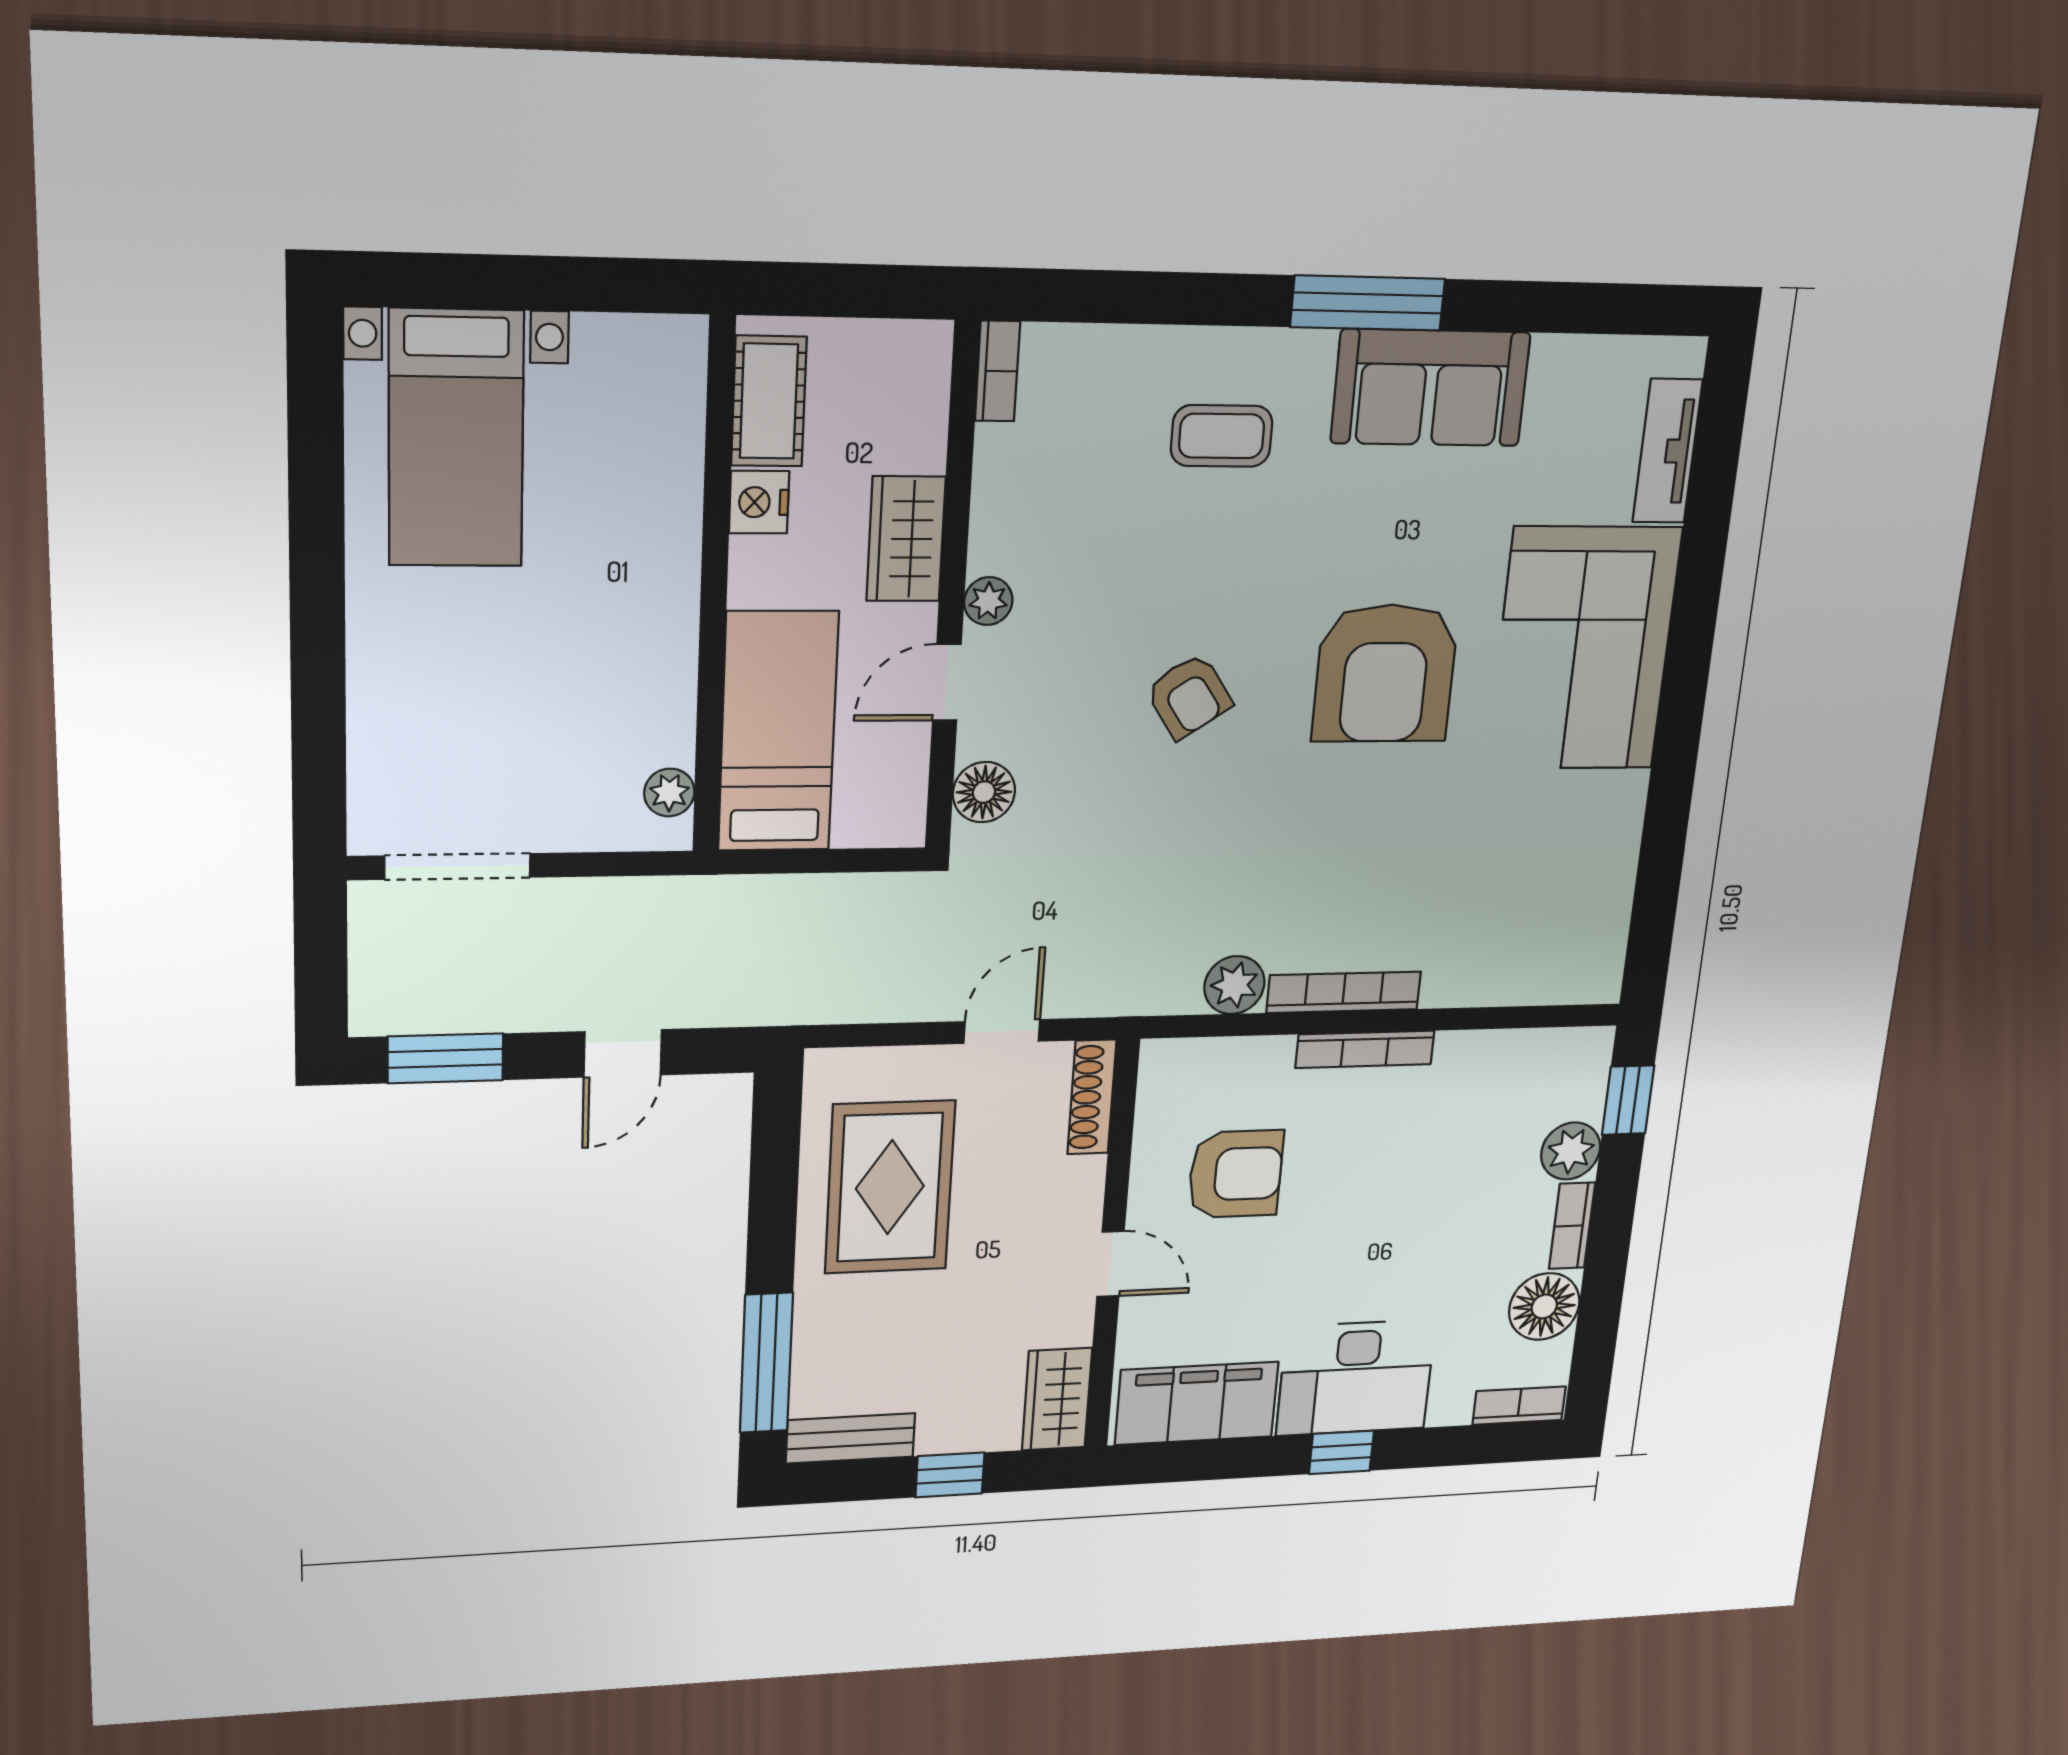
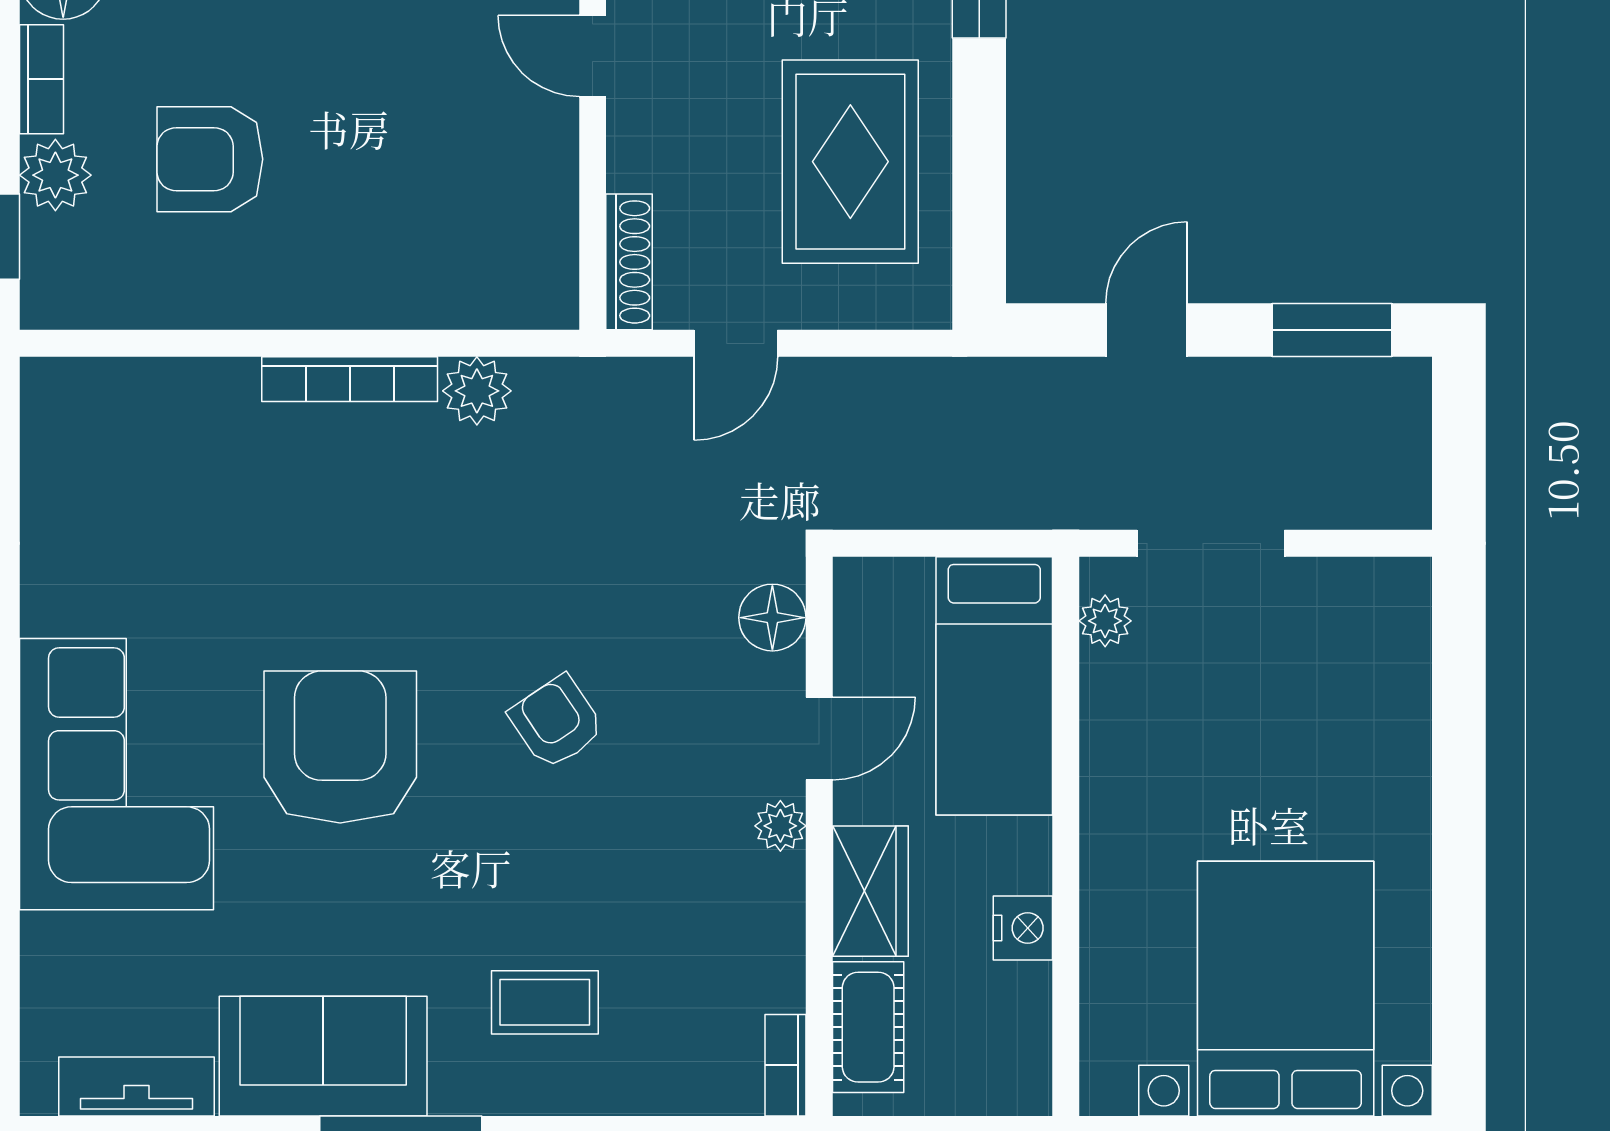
cot: (769, 401) -> (868, 1027), moved
bed with nightstands: (456, 439) -> (1286, 989), width x1.36
tv unit: (1668, 451) -> (137, 1087), moved, turned -90
doorway: (458, 866) -> (1211, 543), moved
bookcase: (1365, 1049) -> (318, 310), removed
armchair: (1236, 1174) -> (210, 159), moved

